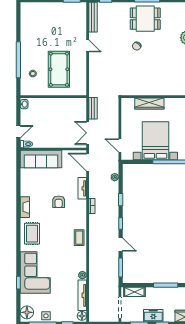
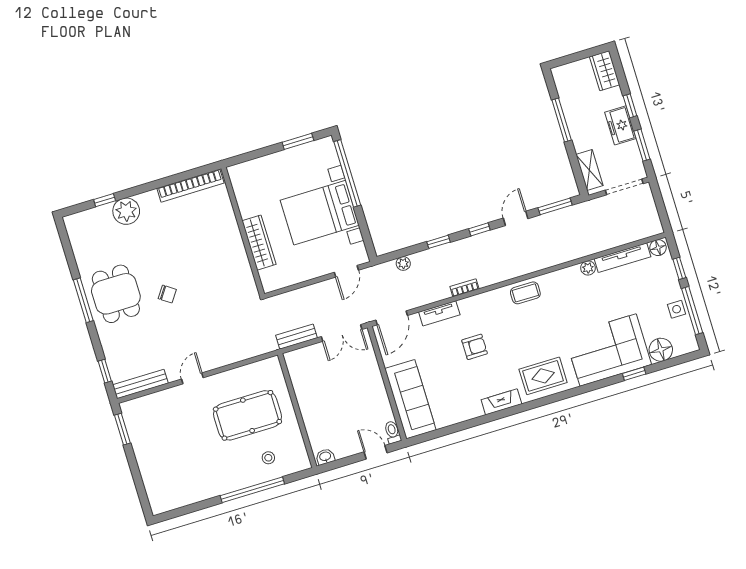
floor lamp: (27, 312) -> (661, 350), moved

